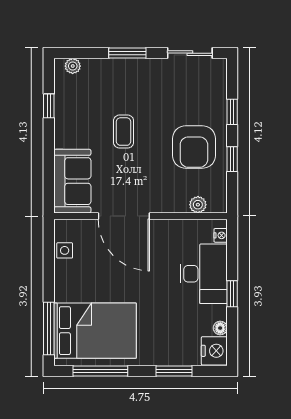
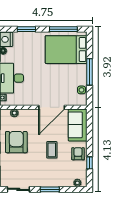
armchair: (72, 124) -> (78, 154), added
door: (124, 216) -> (52, 107), swing flipped
window: (49, 329) -> (90, 72), moved

